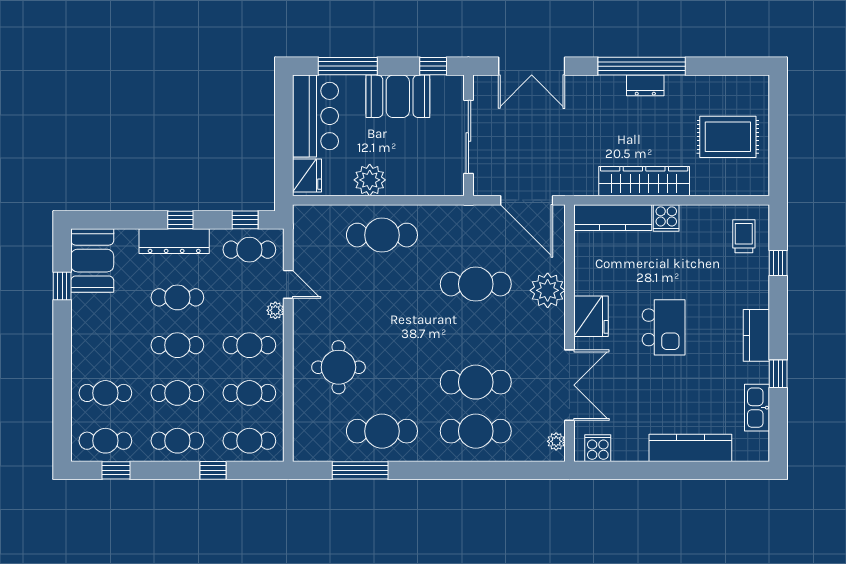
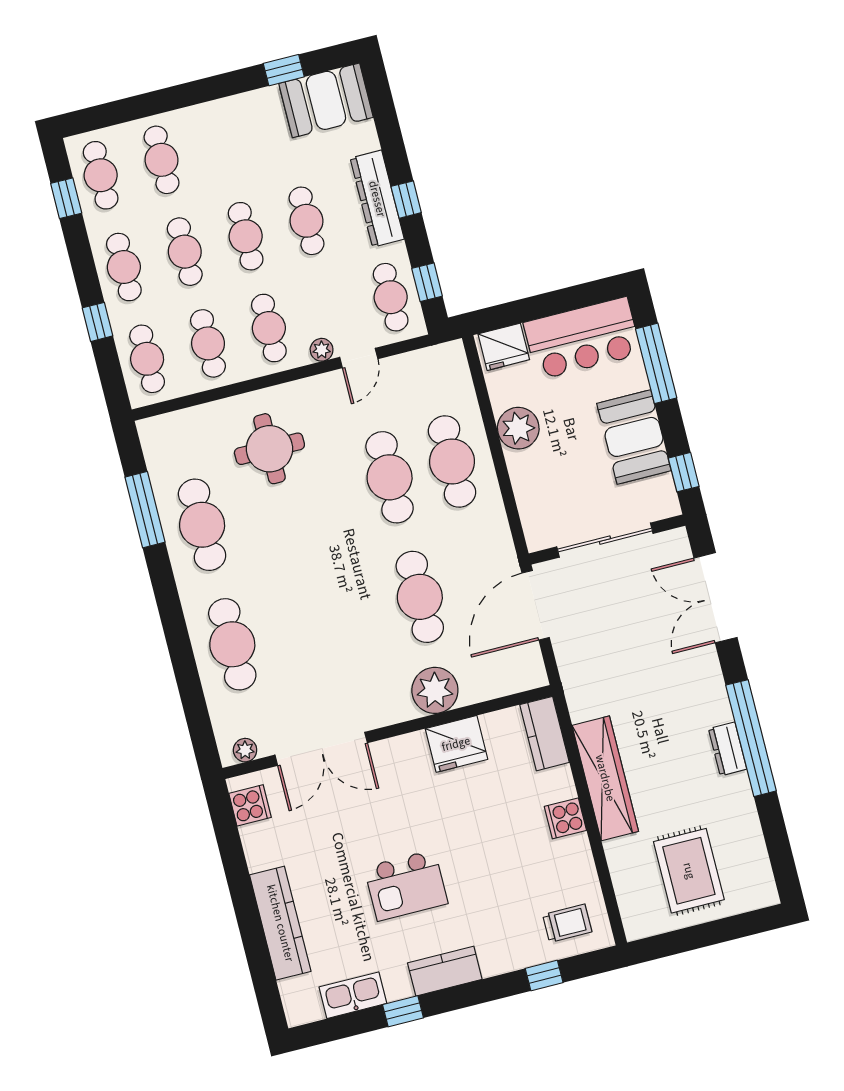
door: (527, 200) -> (536, 605), moved
kitchen counter: (613, 218) -> (545, 734), width x0.67
fridge: (591, 316) -> (456, 744), moved
kitchen island: (664, 327) -> (406, 885), moved
cafe table: (476, 382) -> (390, 477), moved

